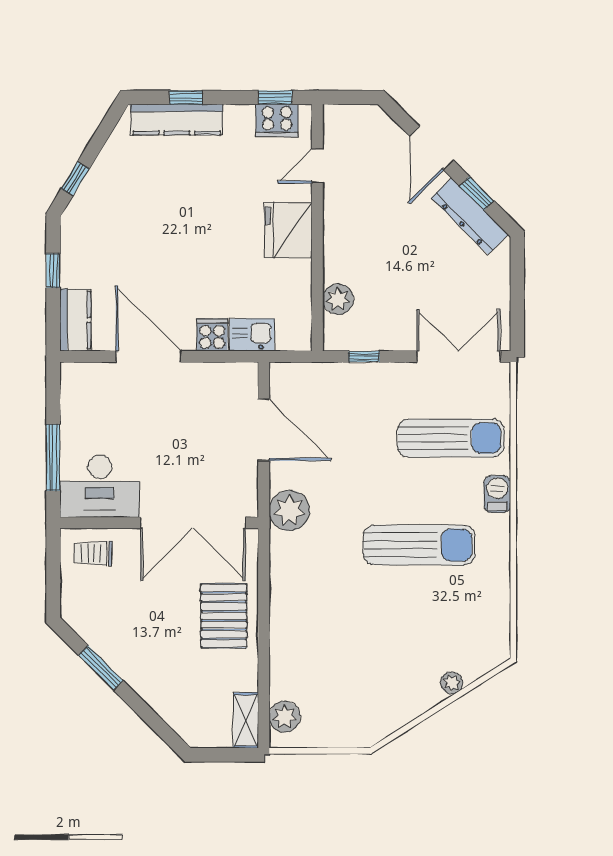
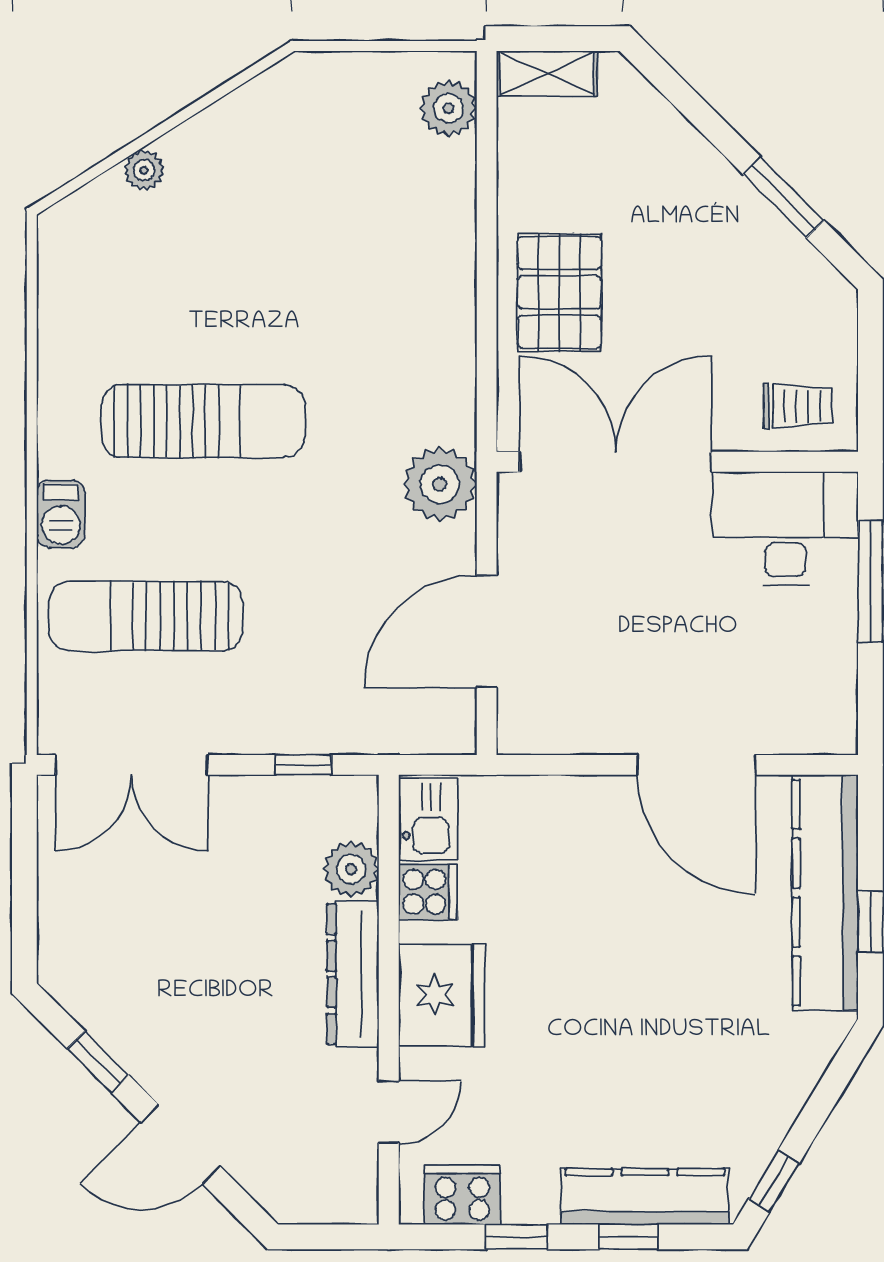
window: (275, 97) -> (516, 1237), moved
door: (432, 148) -> (181, 1144), swing flipped
window: (75, 179) -> (774, 1181), moved
dresser: (470, 216) -> (353, 974), moved, turned -135
kitchen counter: (75, 320) -> (825, 893), width x2.08, depth x1.17
cooker: (212, 335) -> (428, 892), moved, turned -90
kitchen sink: (252, 335) -> (428, 819), moved, turned -90
door: (264, 430) -> (487, 632), hinge flipped
sun lounger: (419, 545) -> (203, 421), turned 180
shelving: (246, 720) -> (547, 74), moved, turned 90

